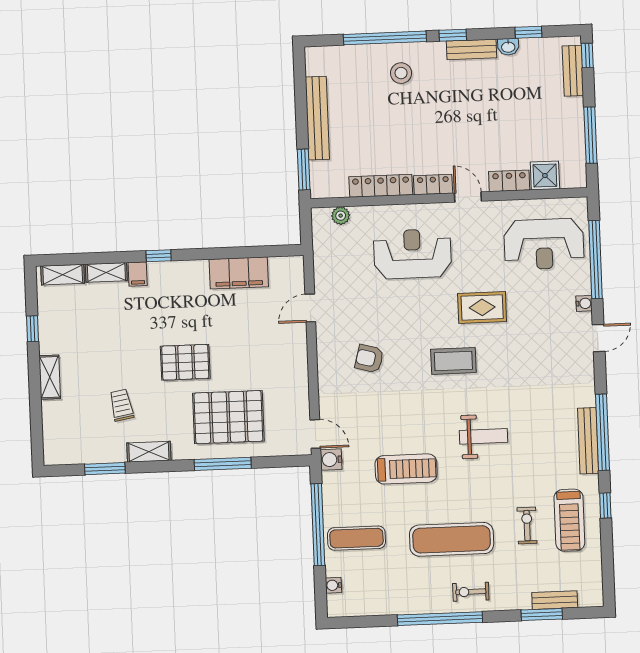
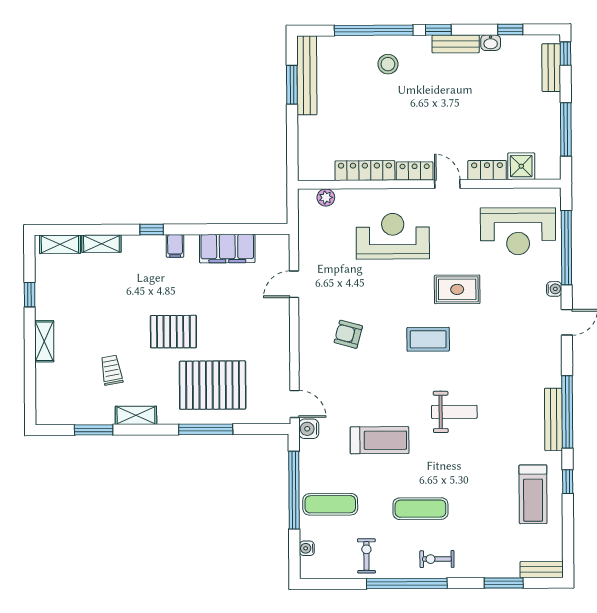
bench: (317, 118) -> (307, 75), moved
window: (304, 169) -> (292, 85), moved
filing cabinet: (138, 274) -> (175, 246), moved
exercise bike: (527, 526) -> (366, 556), moved
exercise mat: (452, 539) -> (420, 509), width x0.73, depth x0.69
bench: (555, 600) -> (542, 570), moved

